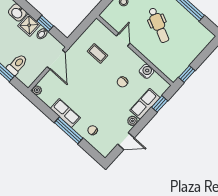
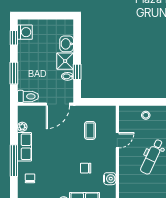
toilet: (17, 65) -> (28, 96), moved
plant: (37, 90) -> (22, 127), moved

